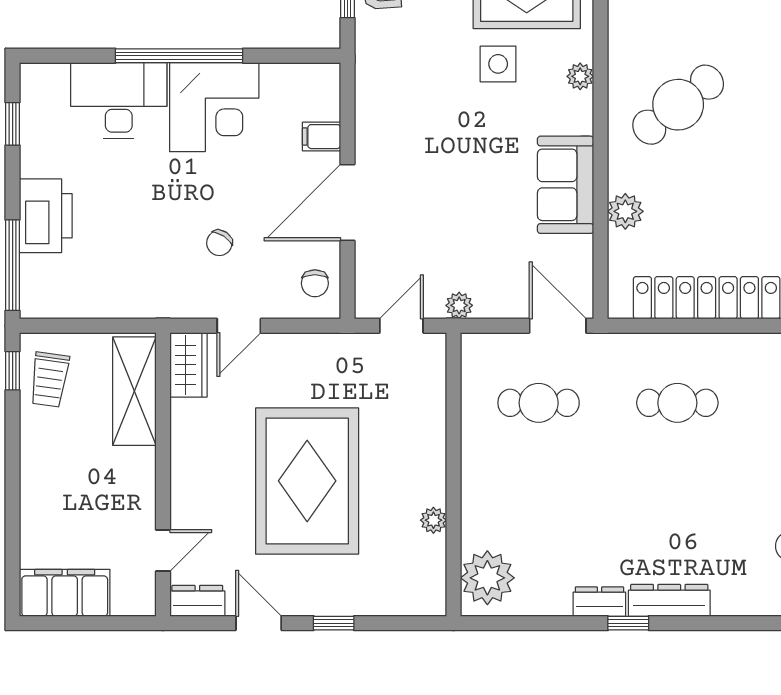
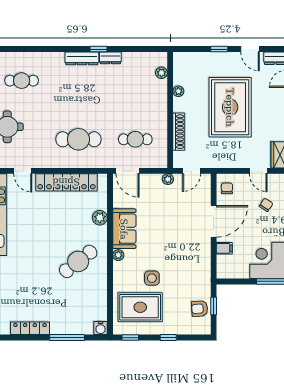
plant: (580, 76) -> (118, 255), moved
door: (239, 326) -> (258, 171), swing flipped
cafe table: (677, 403) -> (78, 139), width x1.37, depth x1.35
shoe rack: (433, 422) -> (179, 132), added
plant: (487, 578) -> (161, 73), width x0.53, depth x0.53

